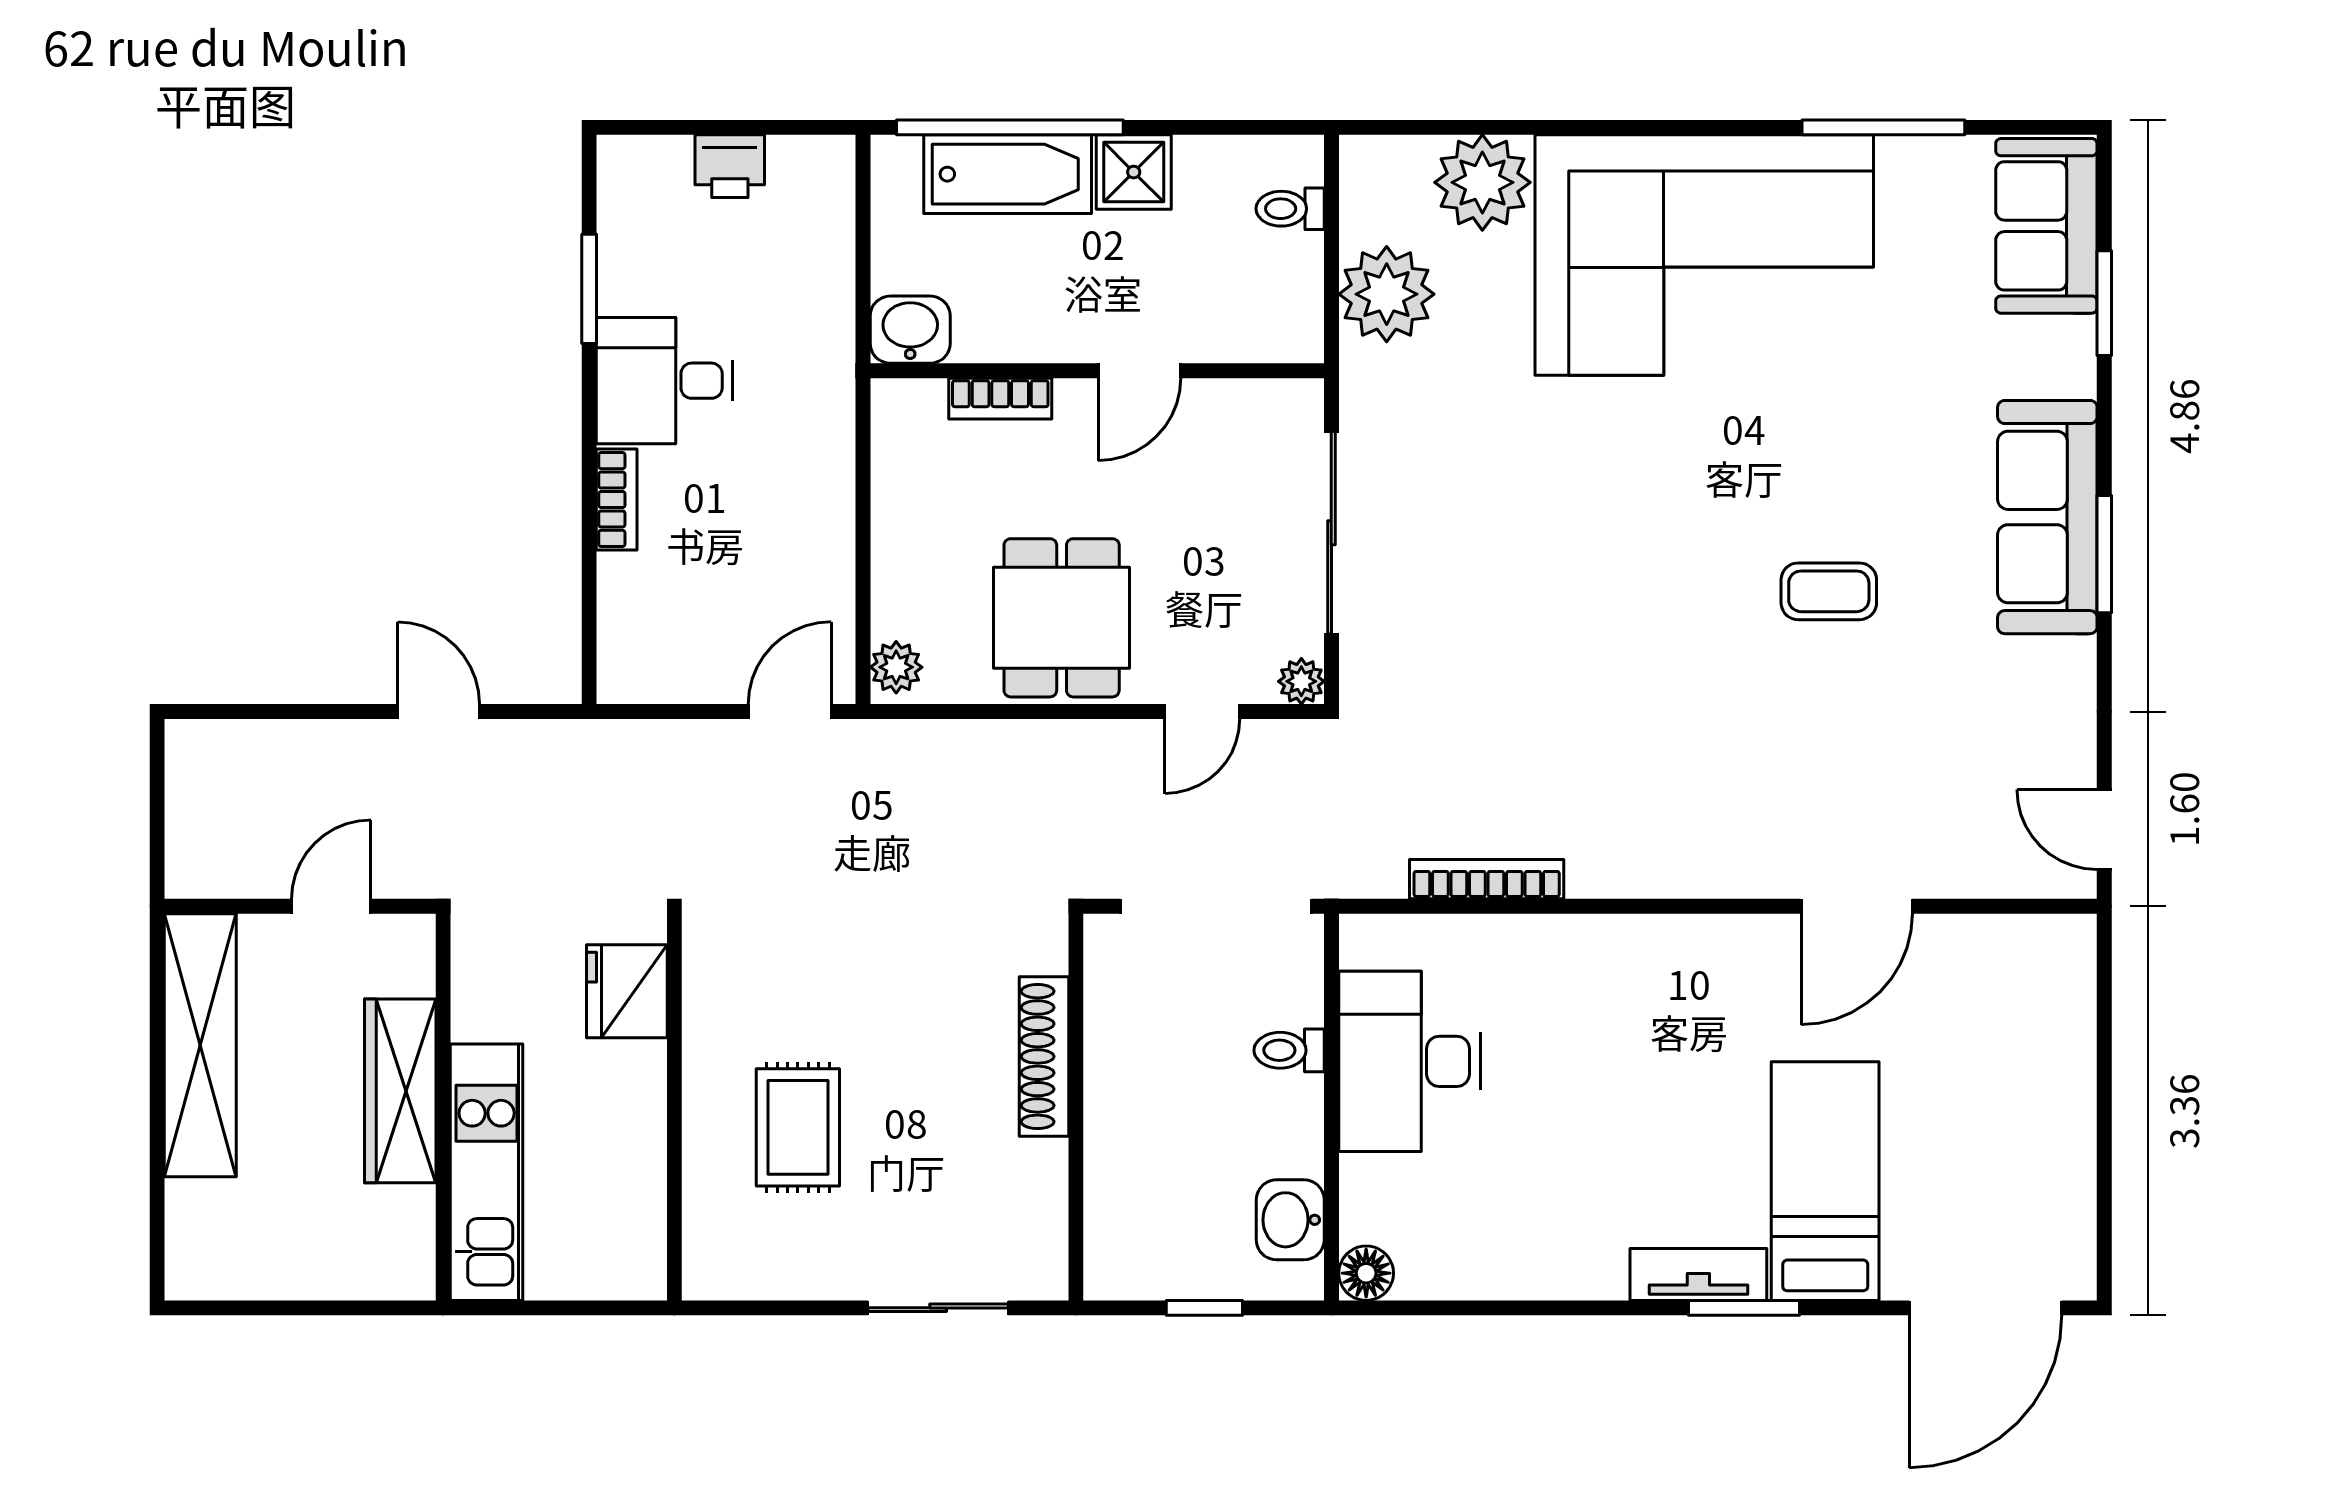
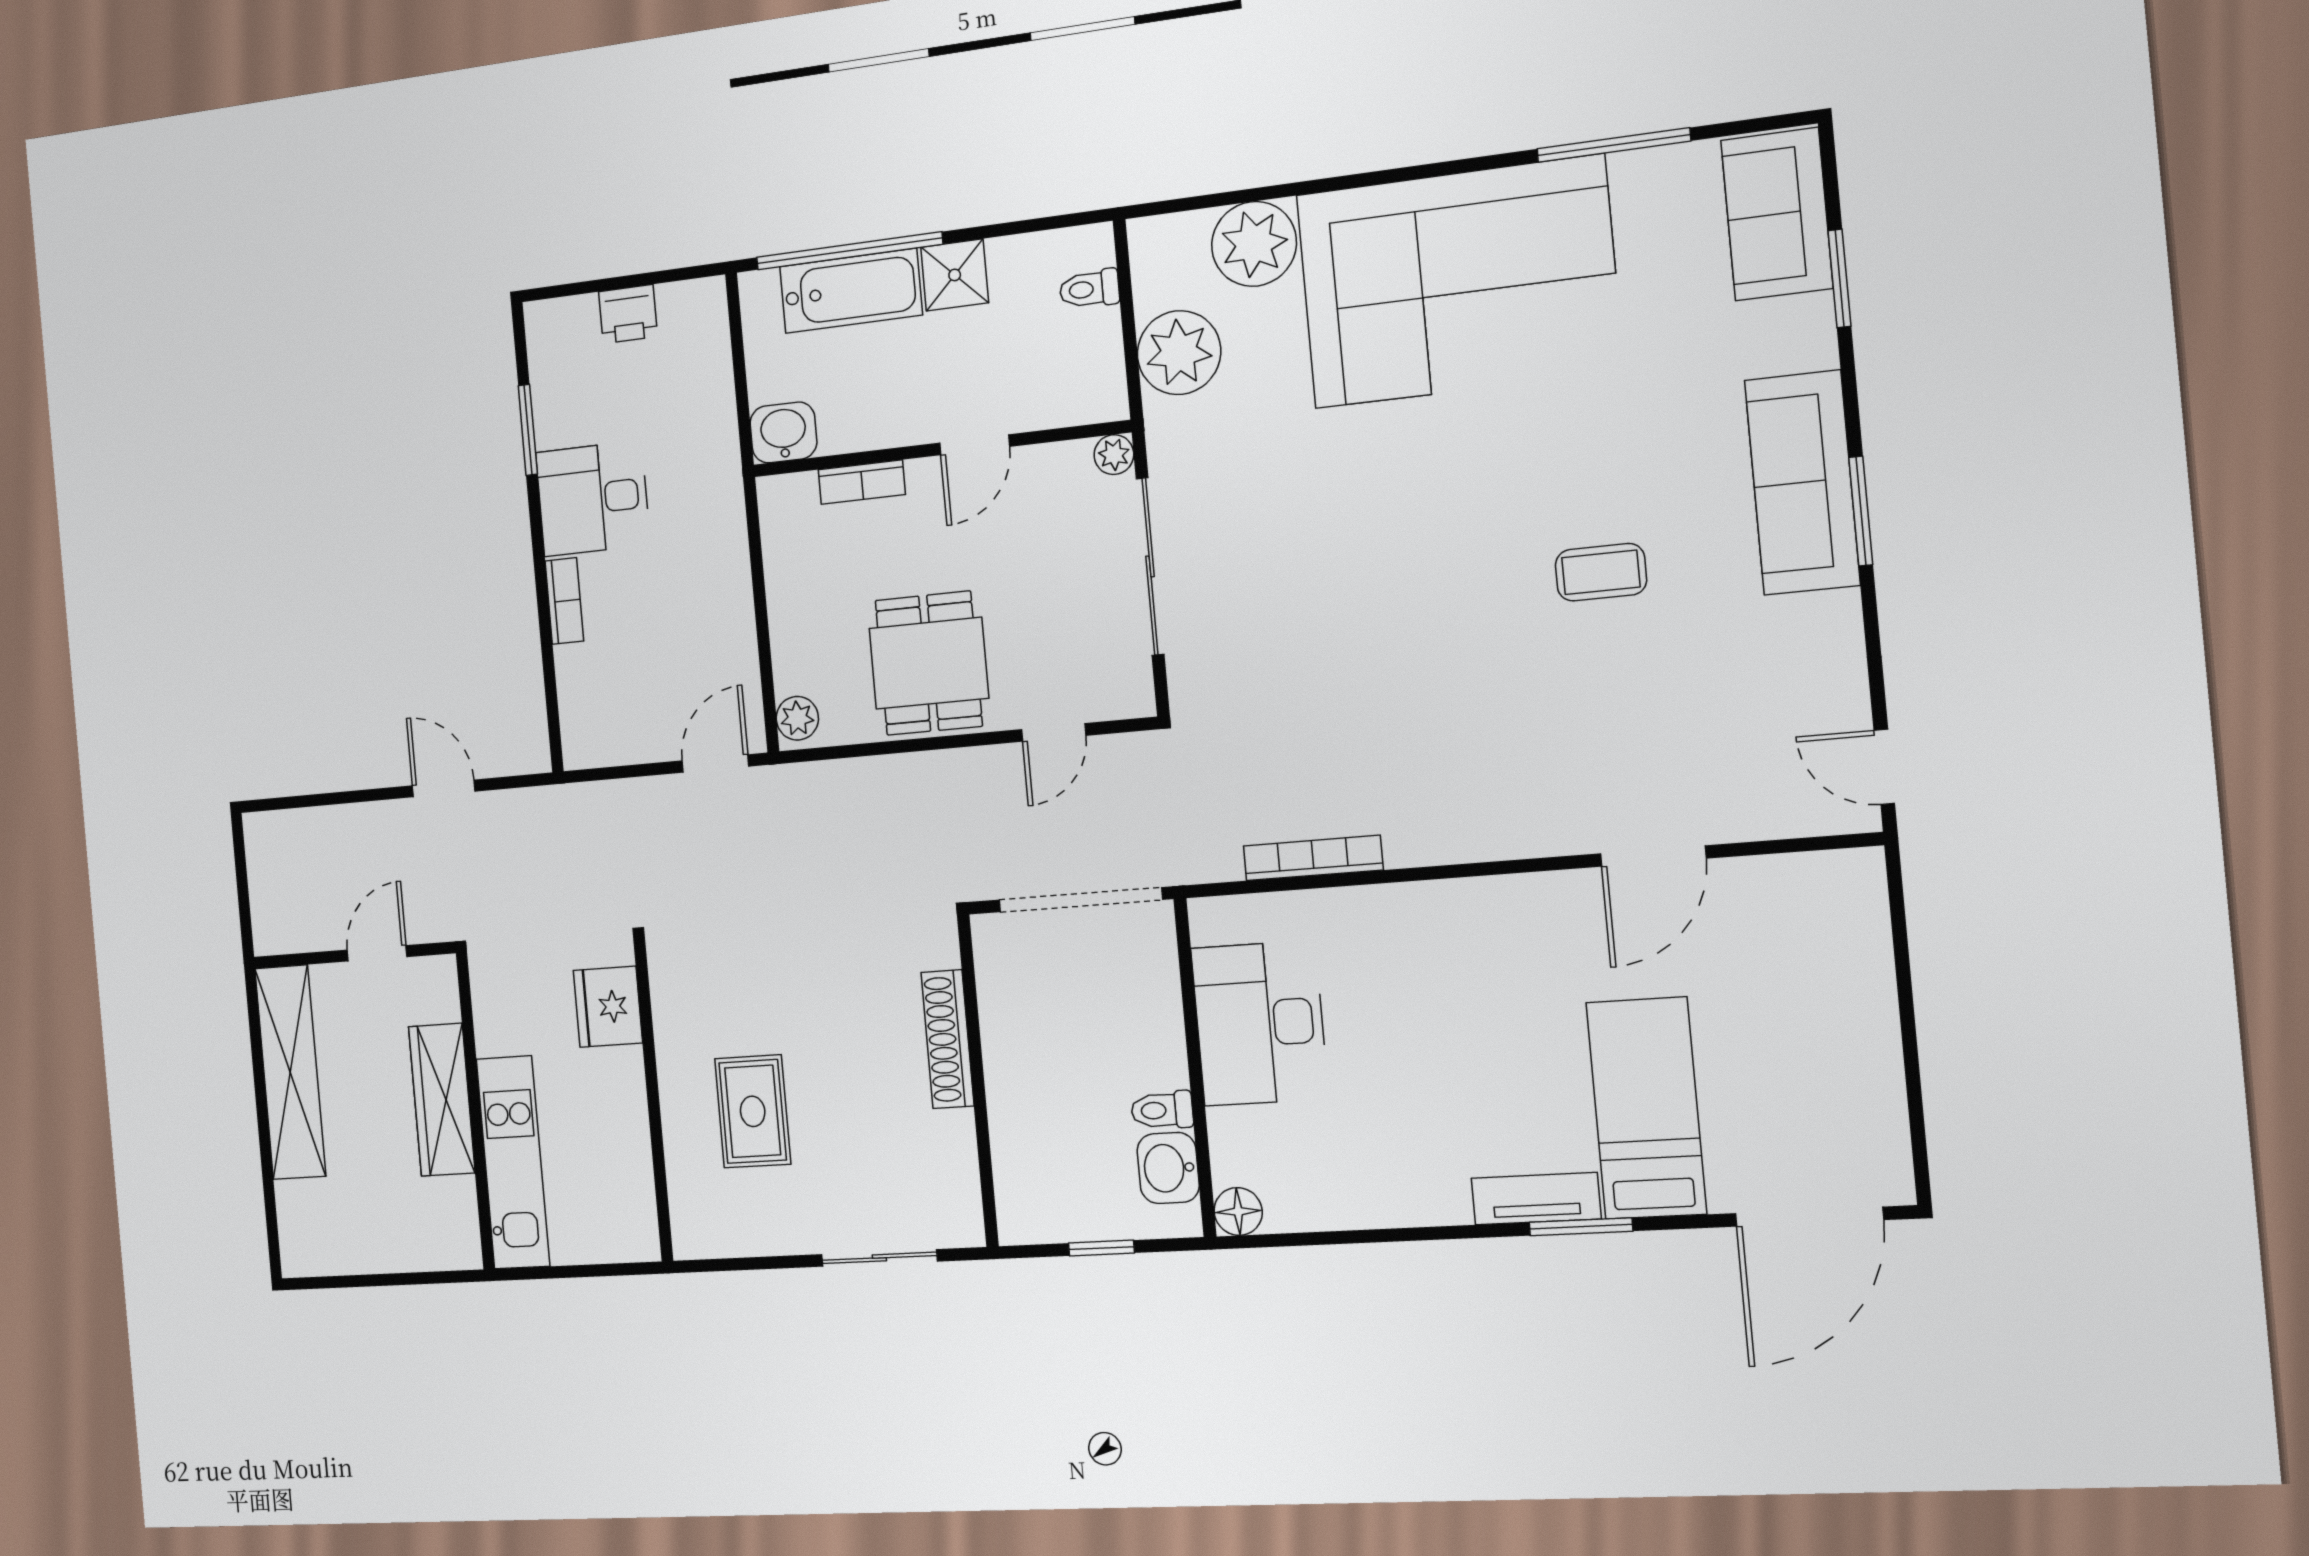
plant: (1301, 681) -> (1114, 455), moved
toilet: (1289, 1050) -> (1162, 1110), moved

